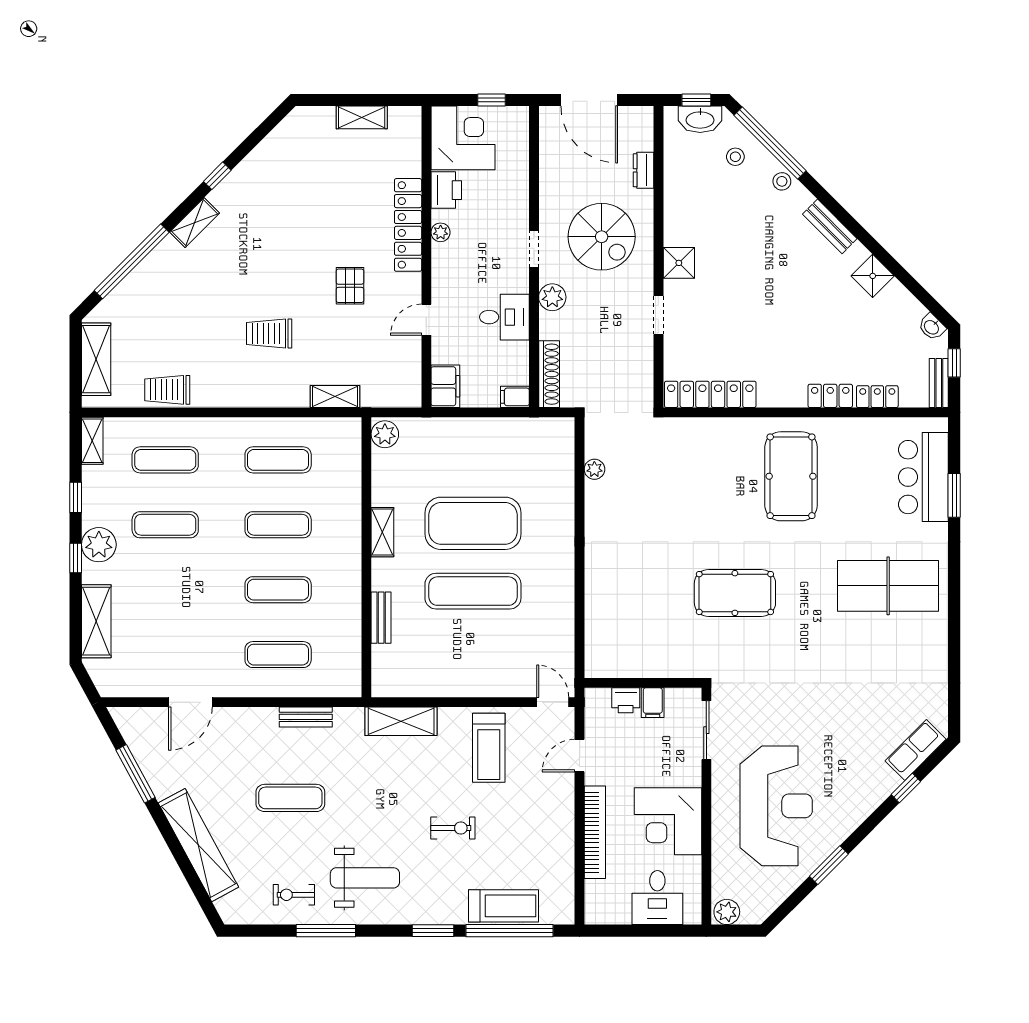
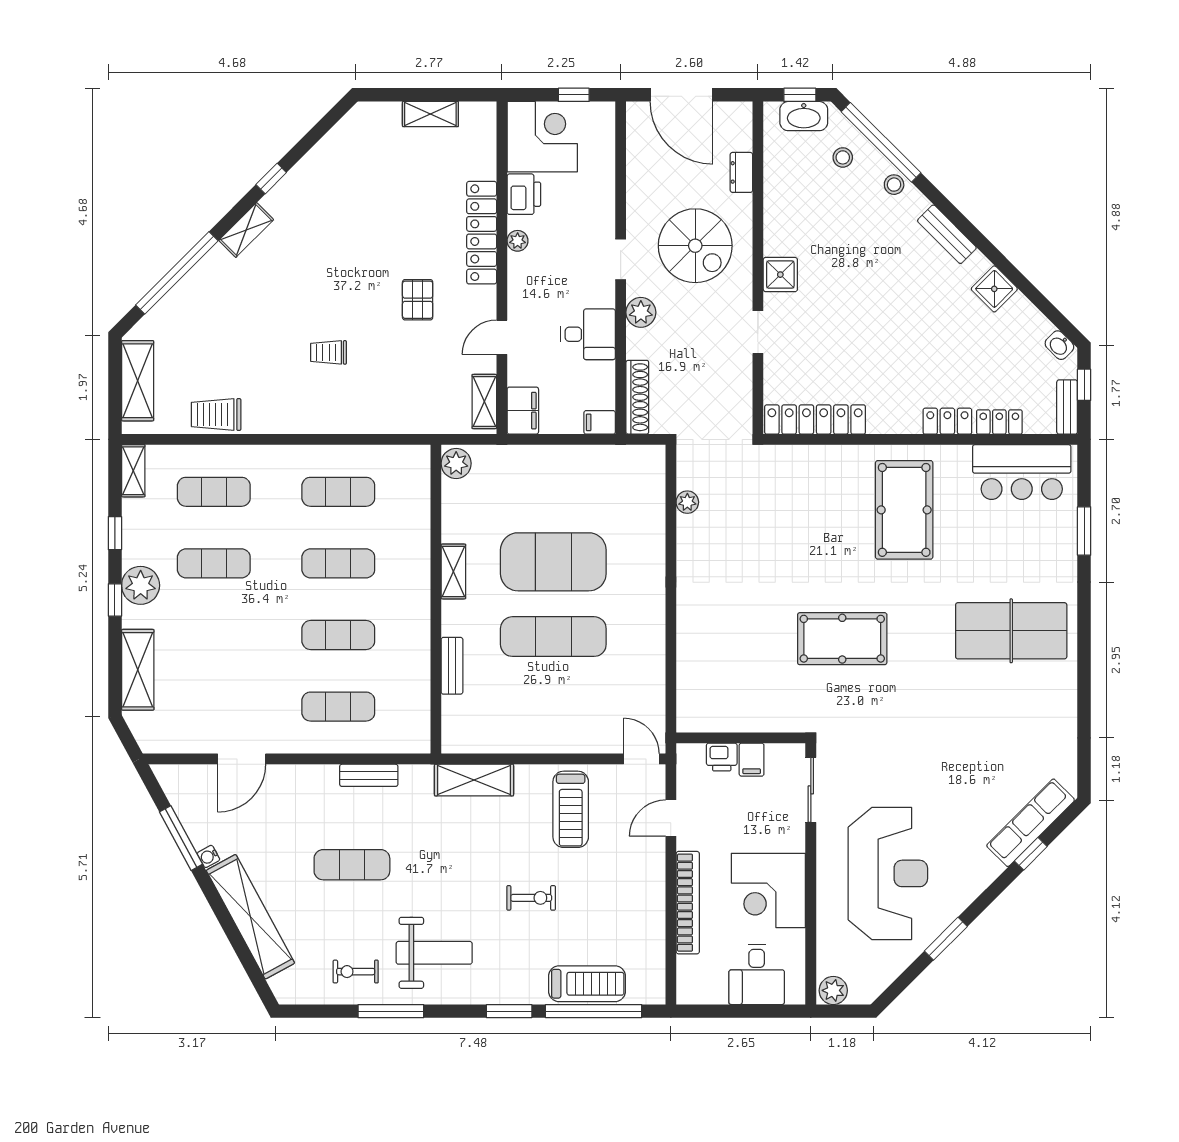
trolley: (269, 334) -> (329, 352), width x0.73, depth x0.72
shelving: (335, 397) -> (484, 402), moved, turned 90
bar counter: (923, 477) -> (1022, 472), moved, turned -90
row of seats: (916, 750) -> (1031, 823), width x1.48
water cooler: (160, 790) -> (208, 856), added

